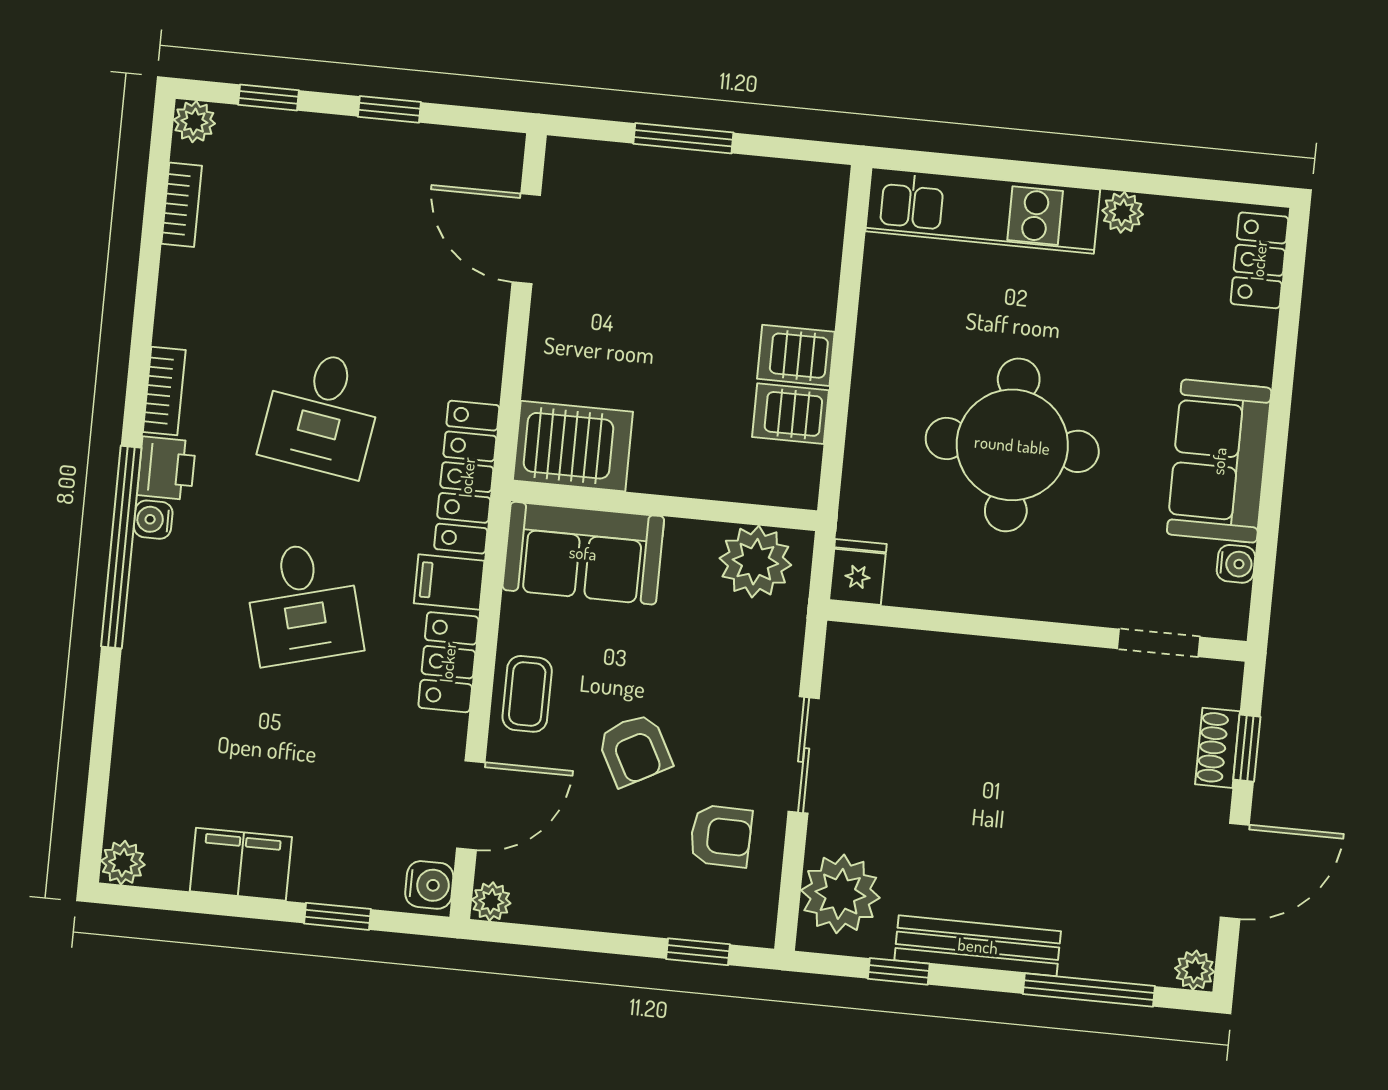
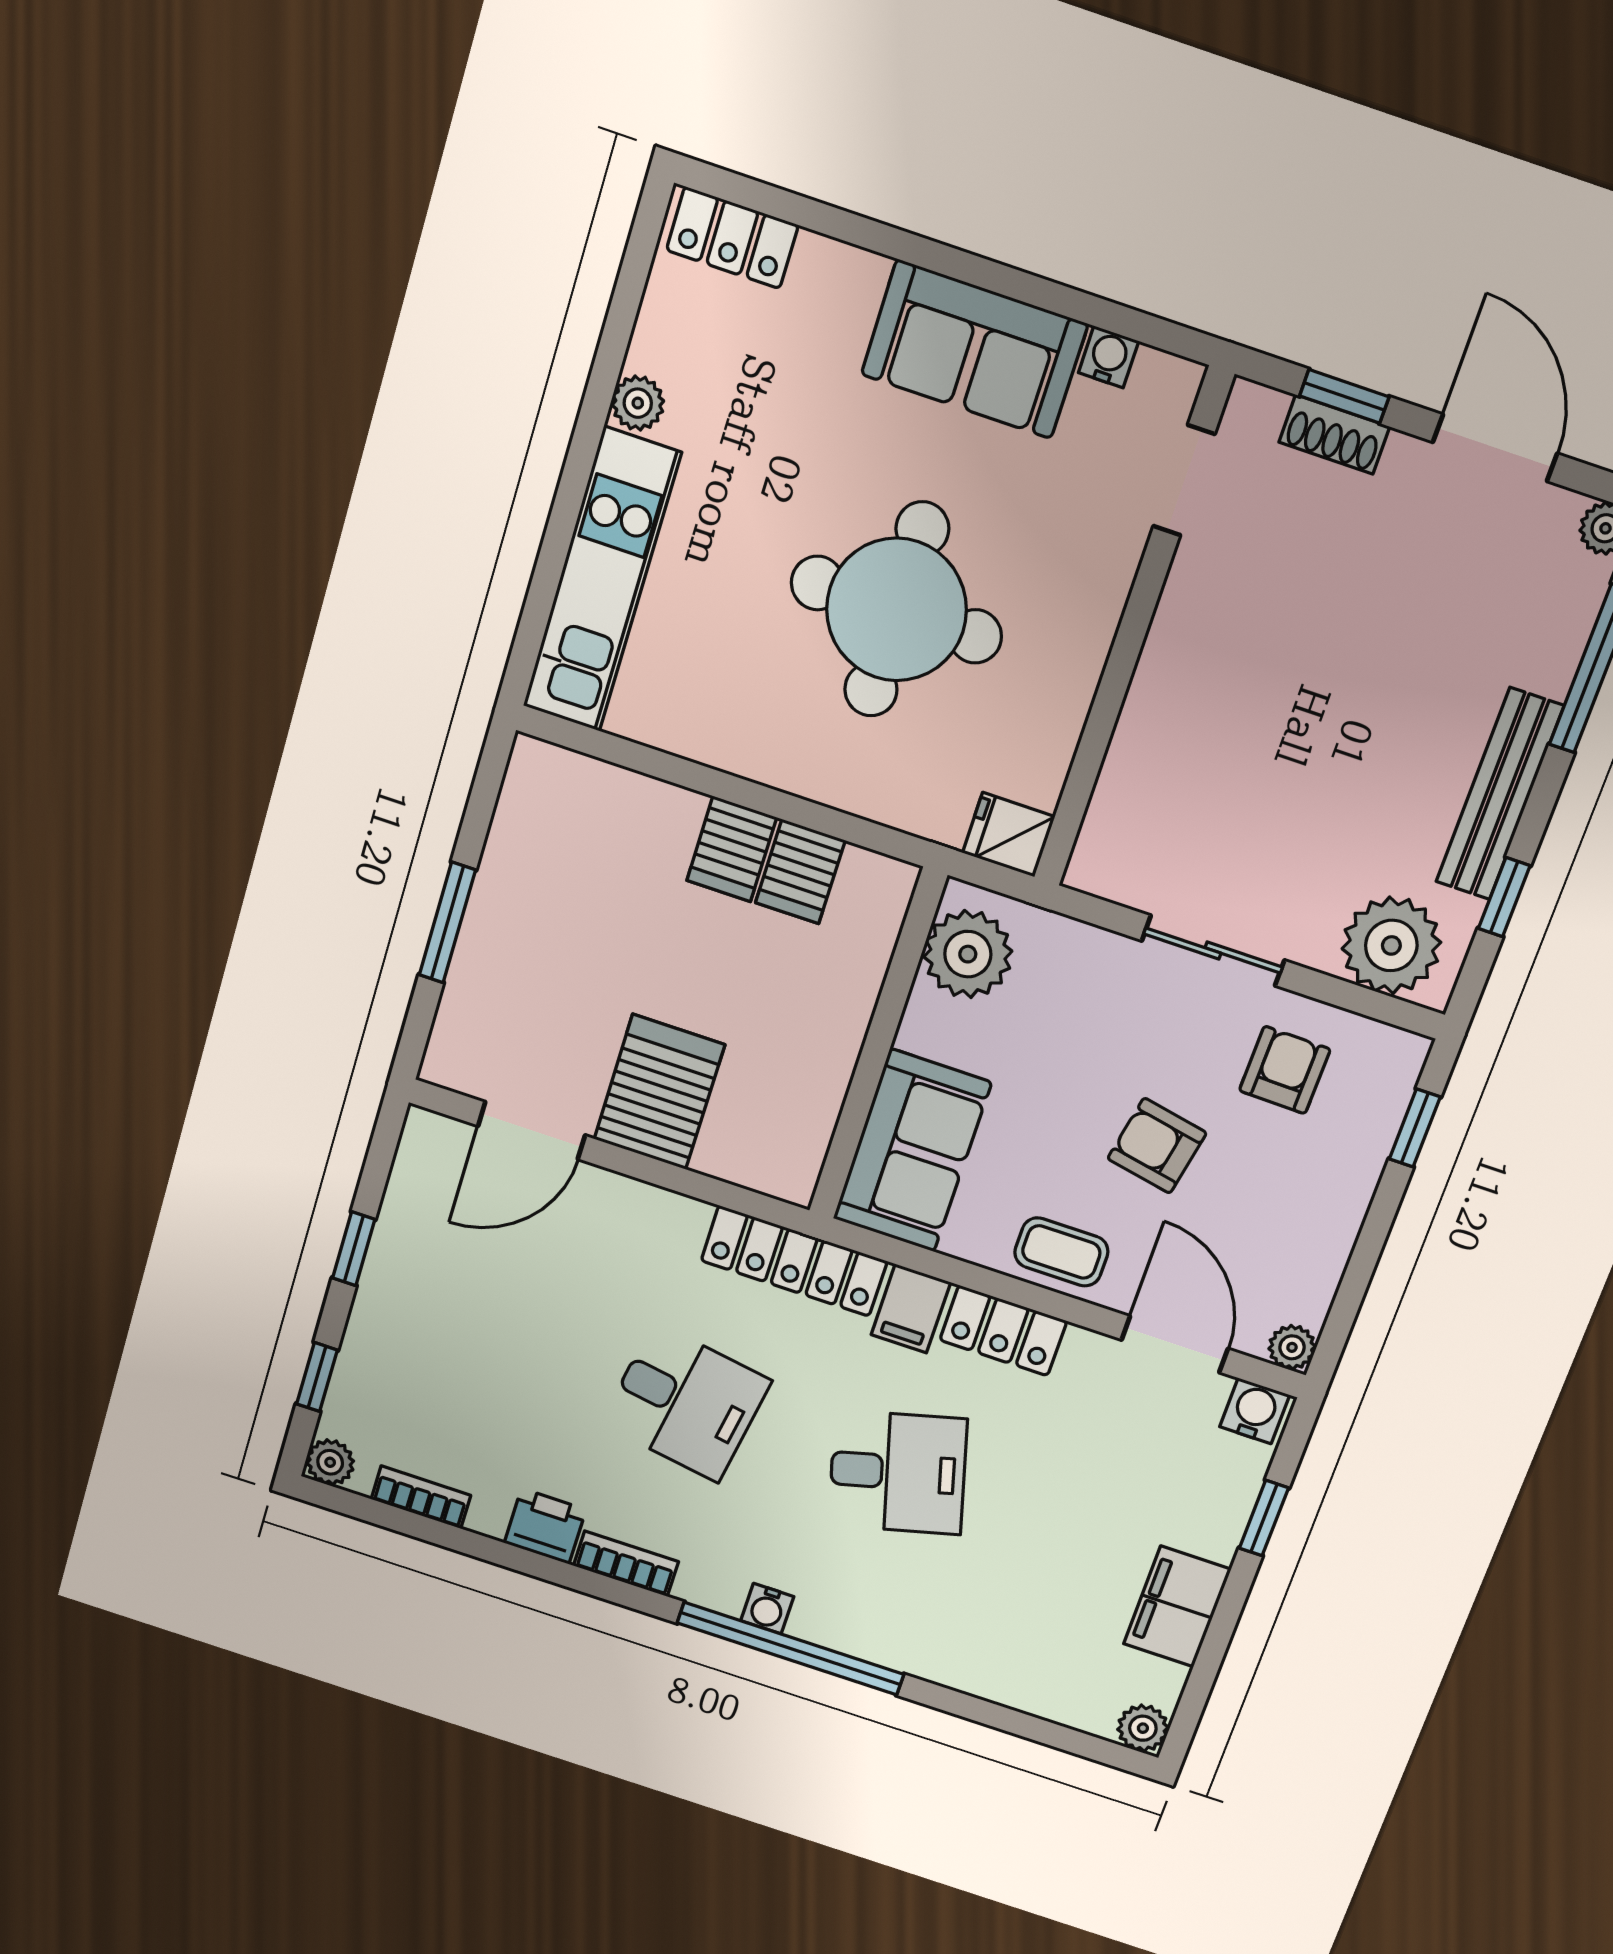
server rack: (573, 446) -> (659, 1092), moved
printer: (166, 468) -> (545, 1526), moved
armchair: (635, 750) -> (1157, 1146), turned -141

